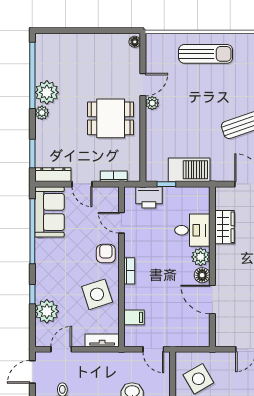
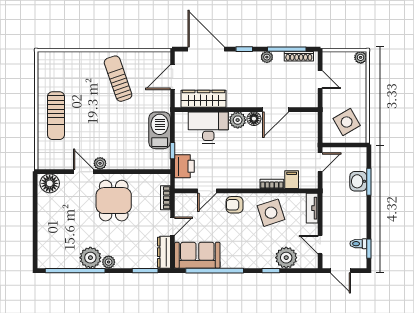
floor lamp: (135, 42) -> (50, 183), width x1.89, depth x1.89
sun lounger: (206, 54) -> (56, 116), turned 180
wardrobe: (224, 227) -> (204, 99), width x1.50
desk: (192, 230) -> (208, 127), width x1.37
bookcase: (129, 271) -> (272, 184), moved

